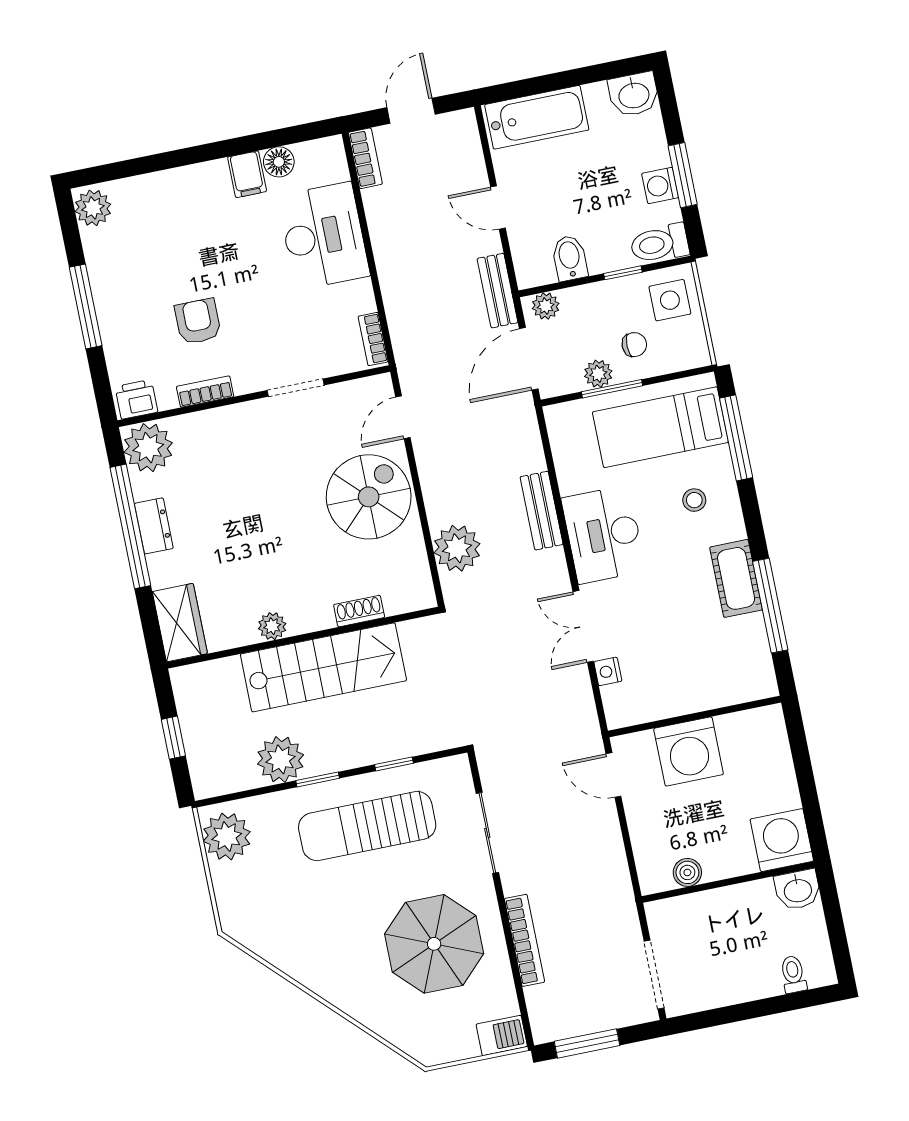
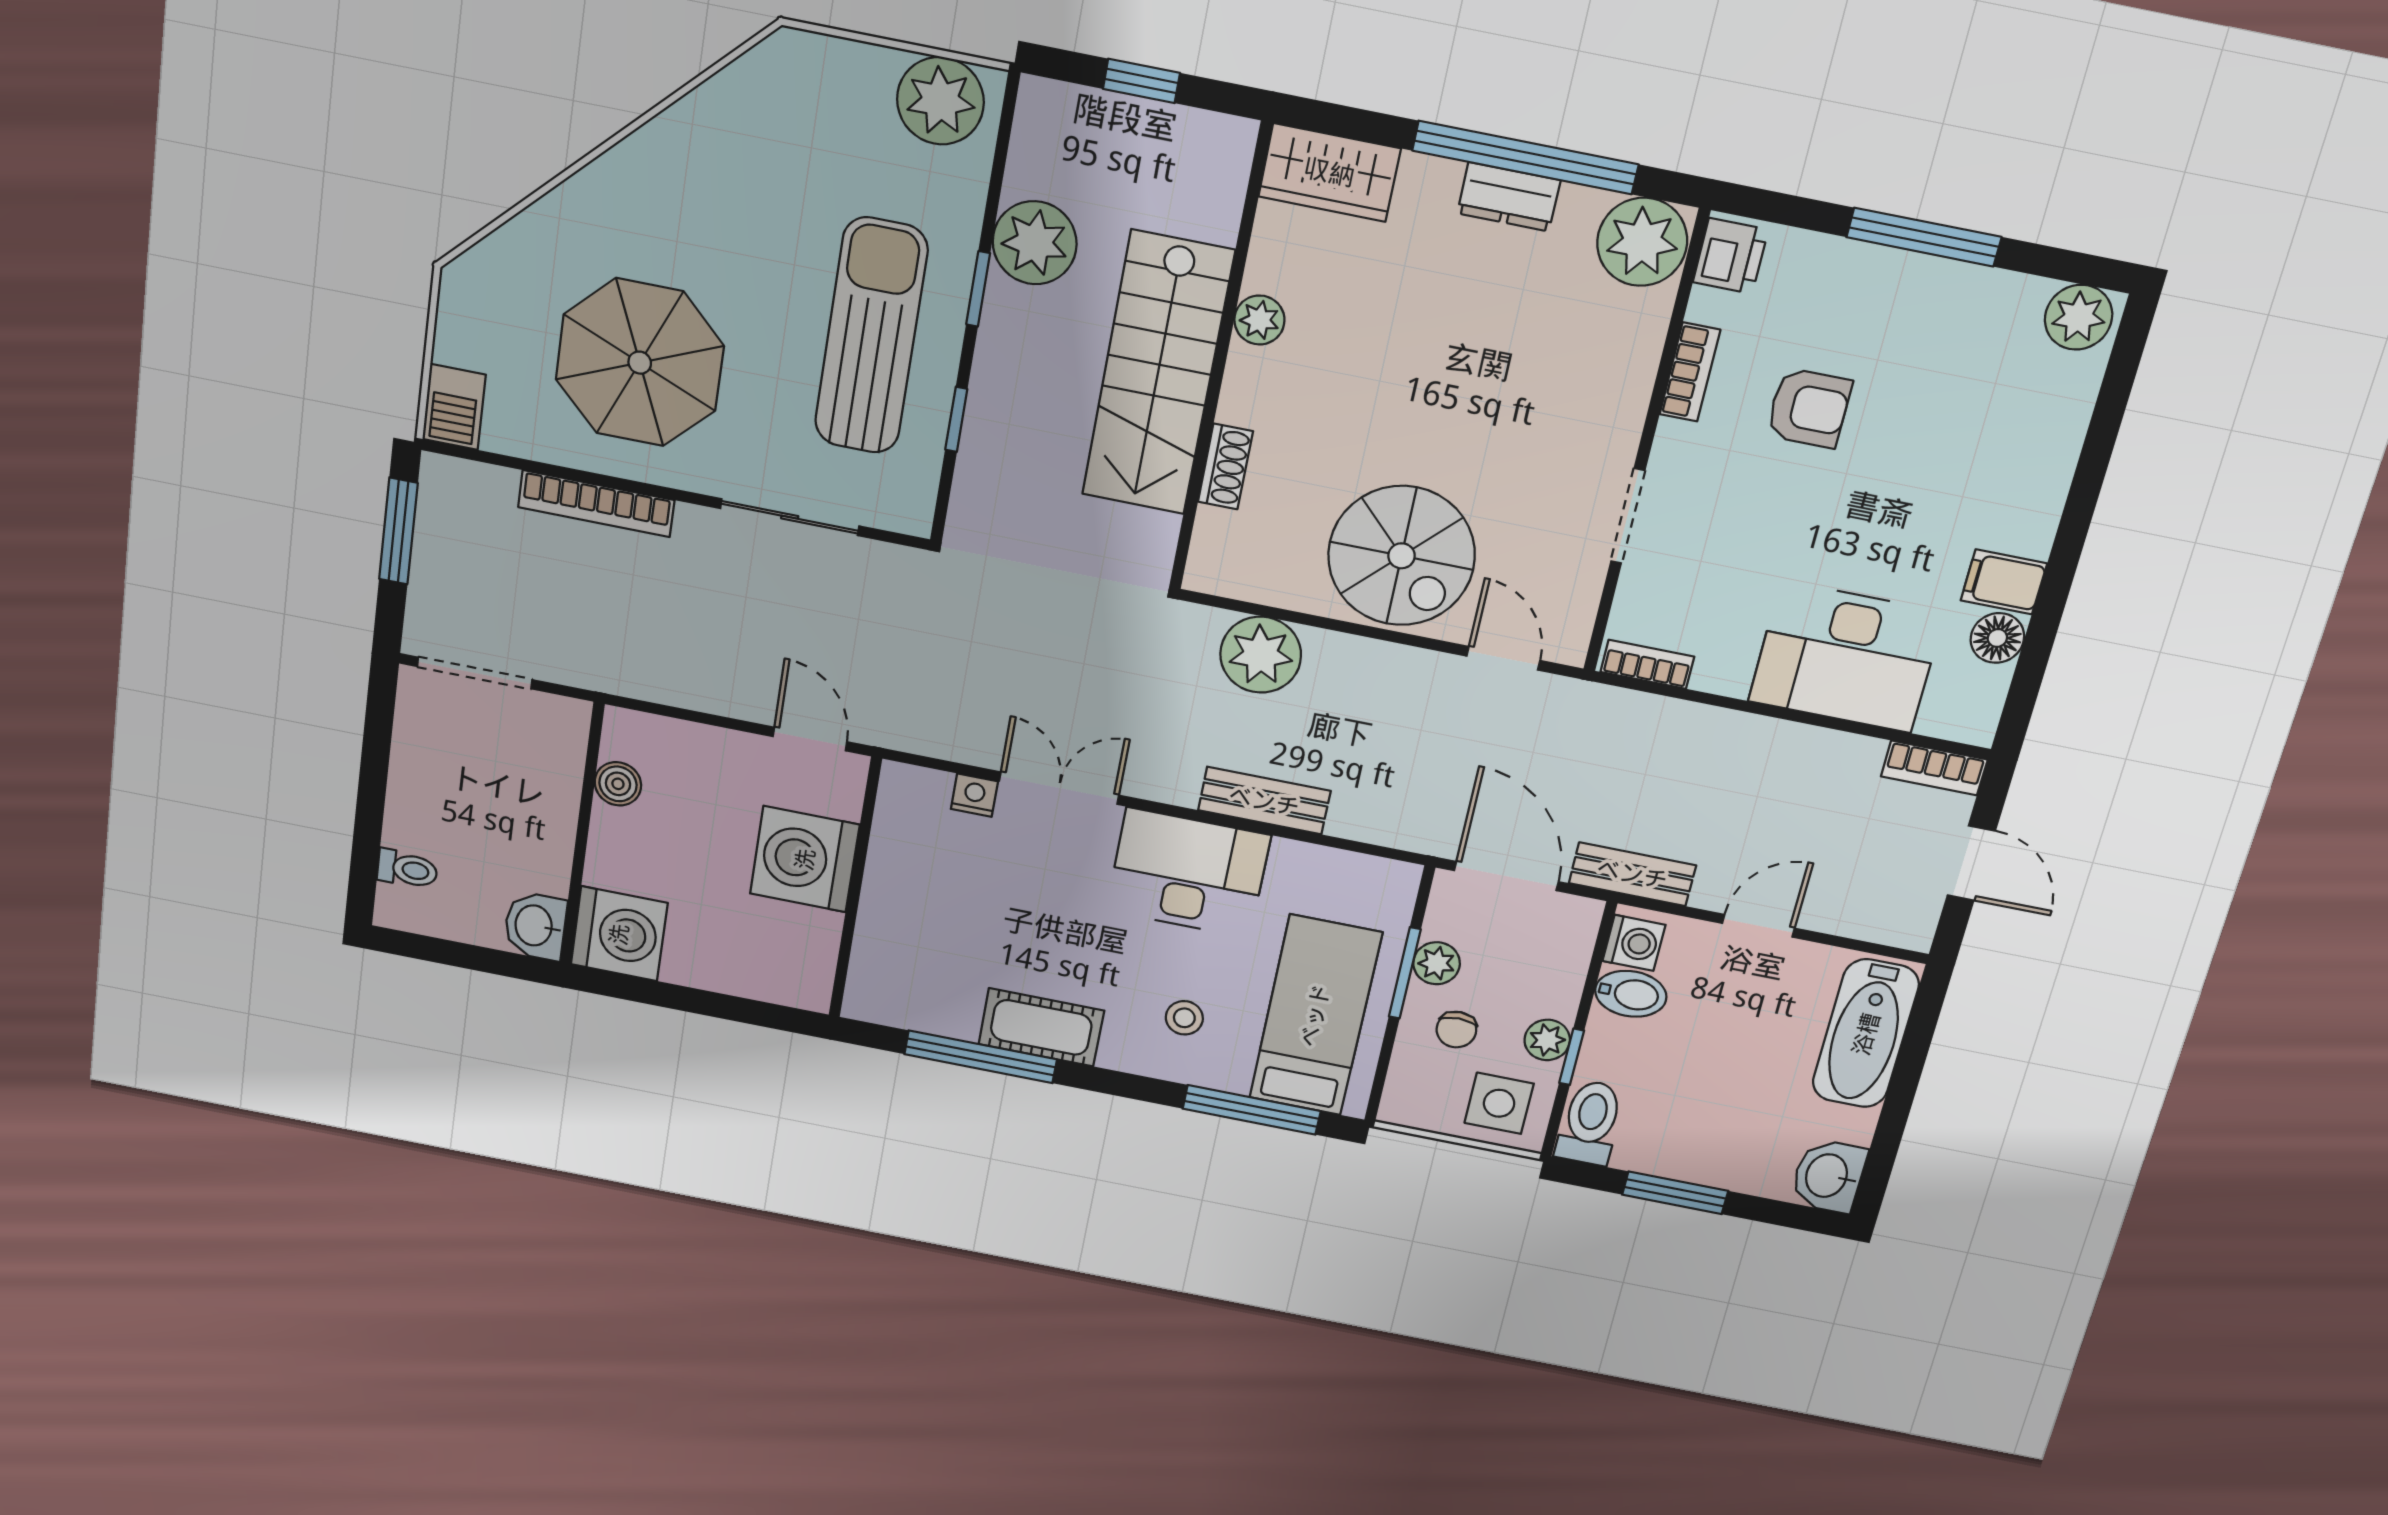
washing machine: (660, 185) -> (1634, 943), moved, turned 90
plant: (546, 306) -> (1547, 1040), moved
door: (613, 775) -> (810, 739), hinge flipped

